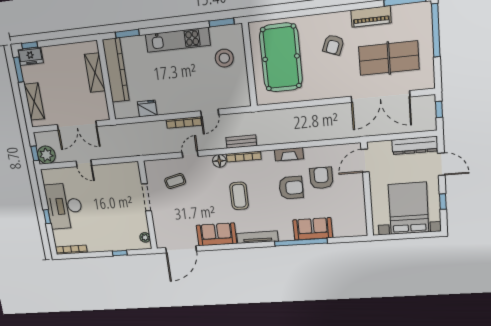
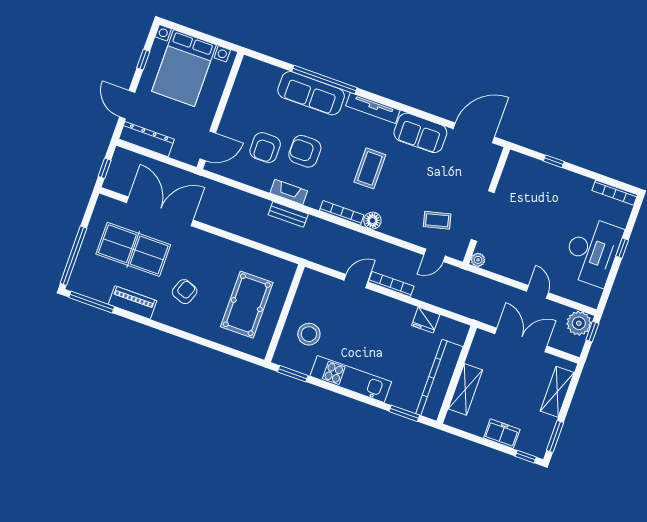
freezer: (30, 56) -> (502, 434), moved
pool table: (281, 58) -> (247, 305), width x0.73, depth x0.76
bench: (241, 142) -> (288, 214), moved
door: (190, 154) -> (435, 255), moved
doorway: (146, 197) -> (483, 216), width x1.36
sofa: (313, 229) -> (311, 93), width x1.36
plant: (145, 237) -> (478, 260), moved

